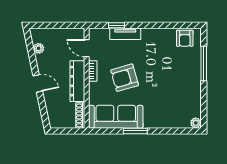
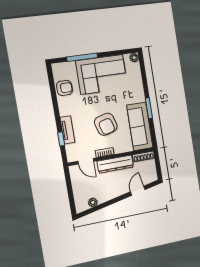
armchair: (185, 38) -> (64, 88), moved
door: (87, 48) -> (86, 161), hinge flipped
door: (38, 83) -> (138, 191), moved
corner sofa: (182, 83) -> (102, 74), added

